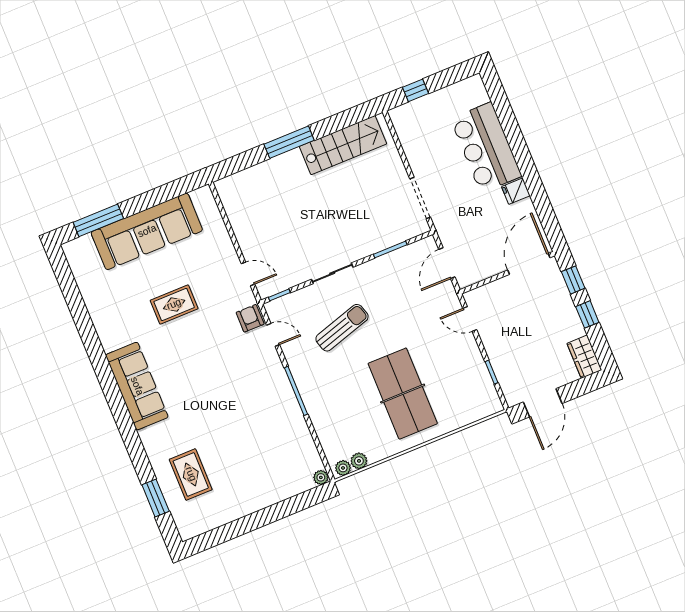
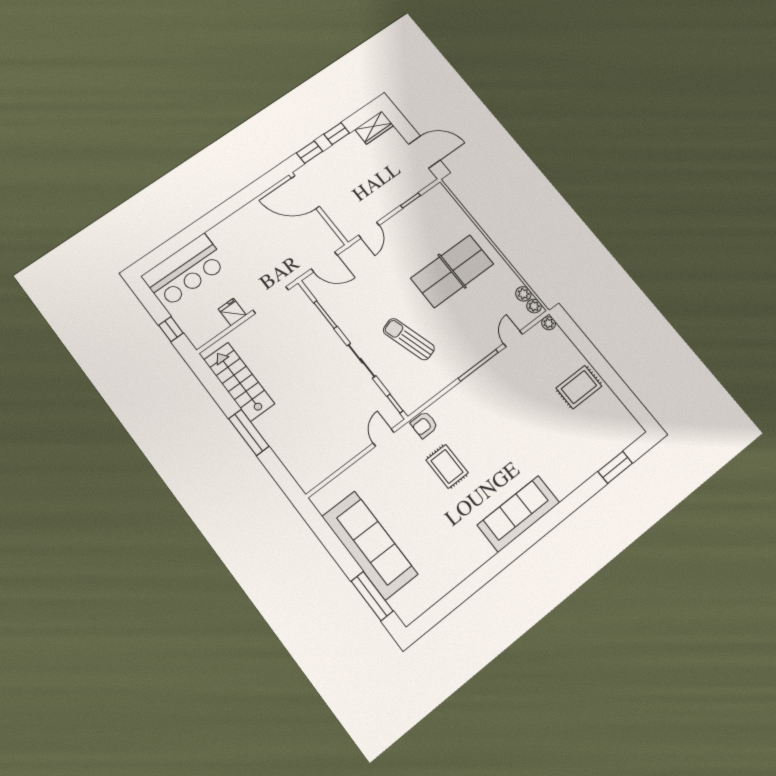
bar counter: (486, 147) -> (185, 271), moved
fridge: (516, 191) -> (232, 312), moved, turned 180
rug: (174, 304) -> (447, 466), moved
door: (273, 335) -> (513, 339), moved
rug: (191, 474) -> (579, 387), moved

